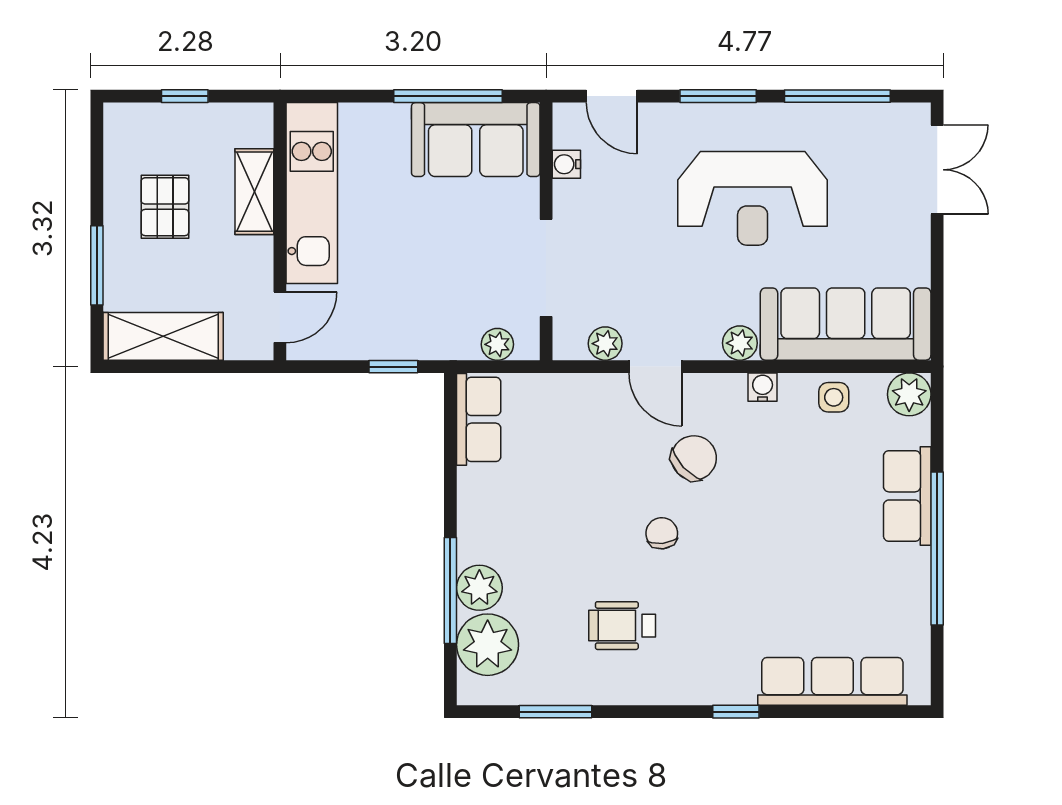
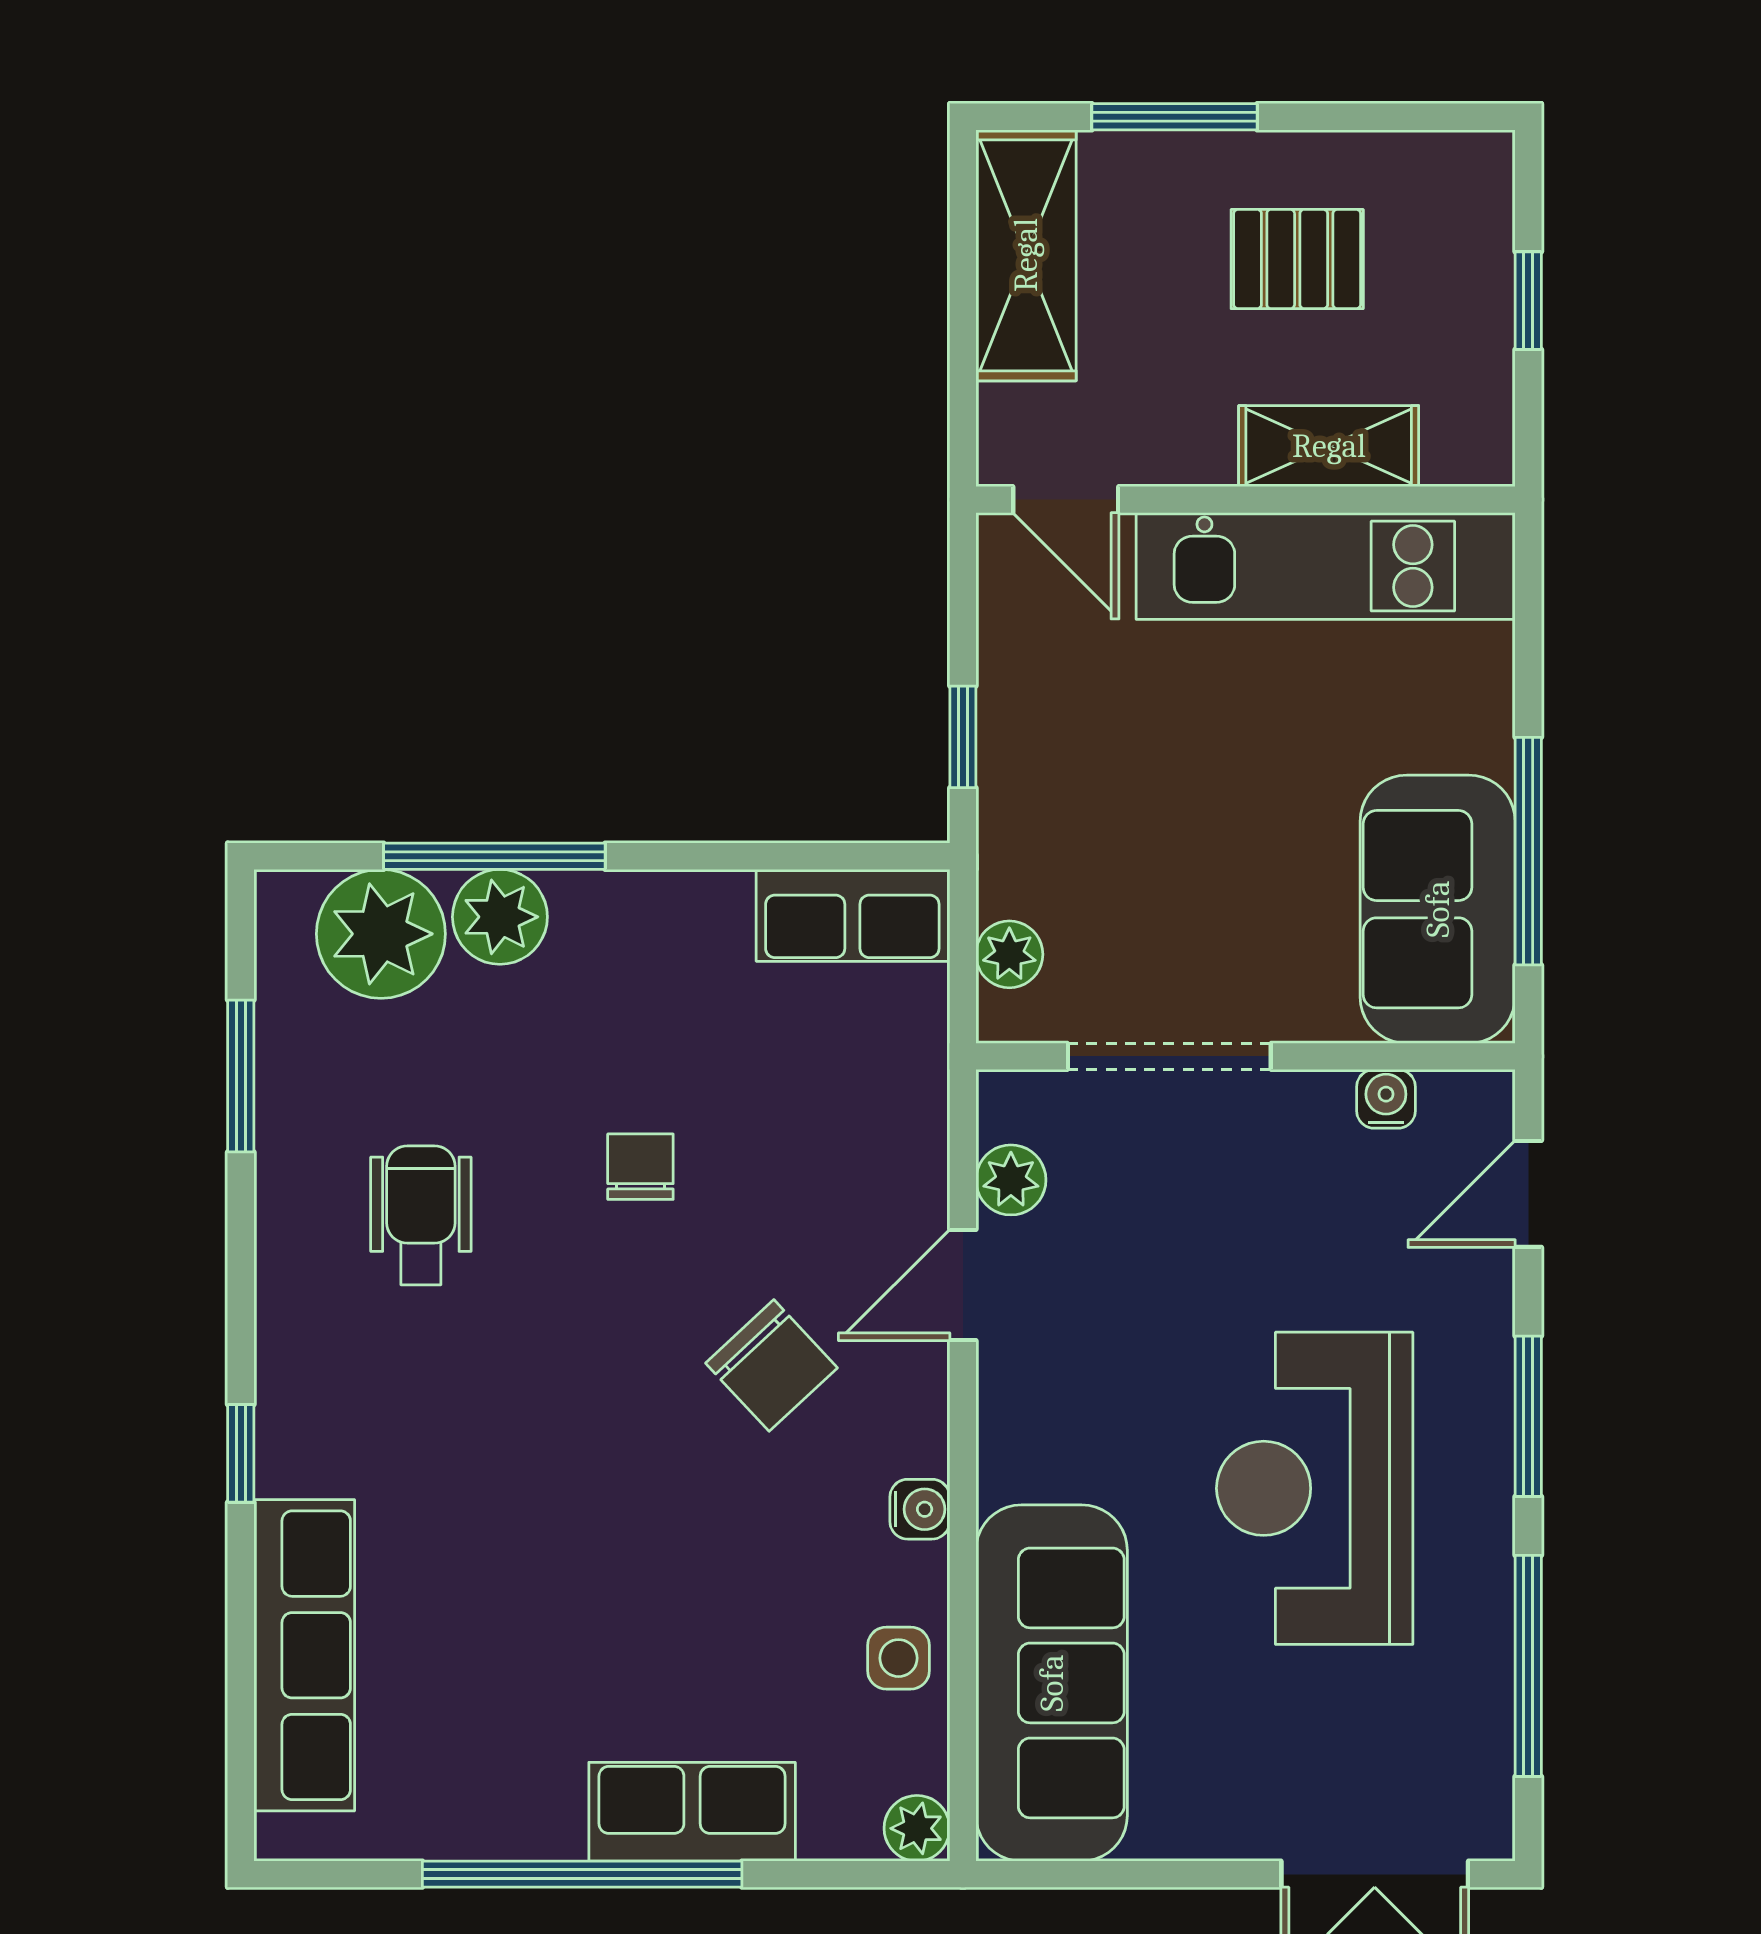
plant: (740, 343) -> (1012, 1462), removed
plant: (909, 394) -> (917, 1828), width x0.73, depth x0.73
chair: (662, 533) -> (640, 1167), moved, turned -84

